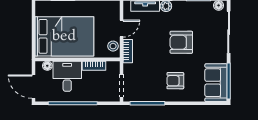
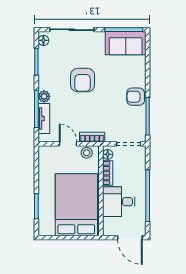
floor lamp: (47, 66) -> (108, 154), moved
armchair: (175, 81) -> (136, 97), moved, turned 90
door: (33, 87) -> (130, 238), hinge flipped

